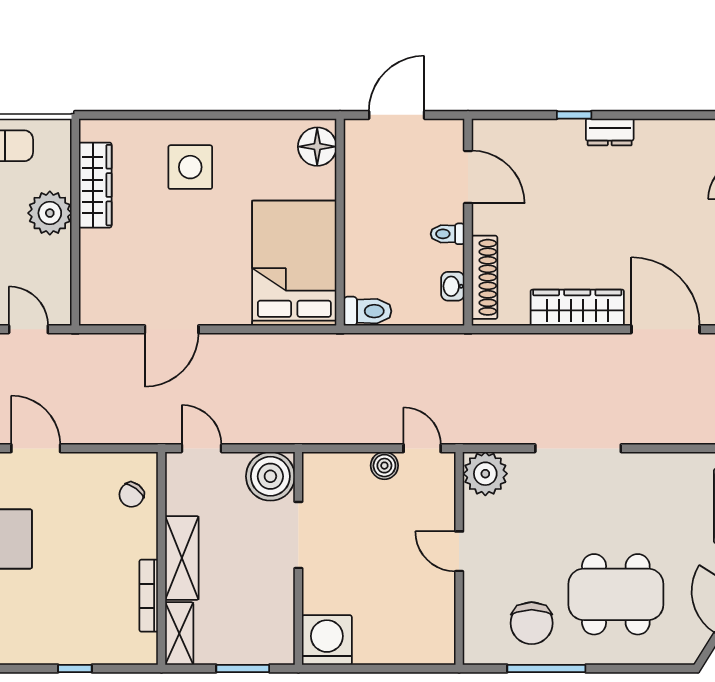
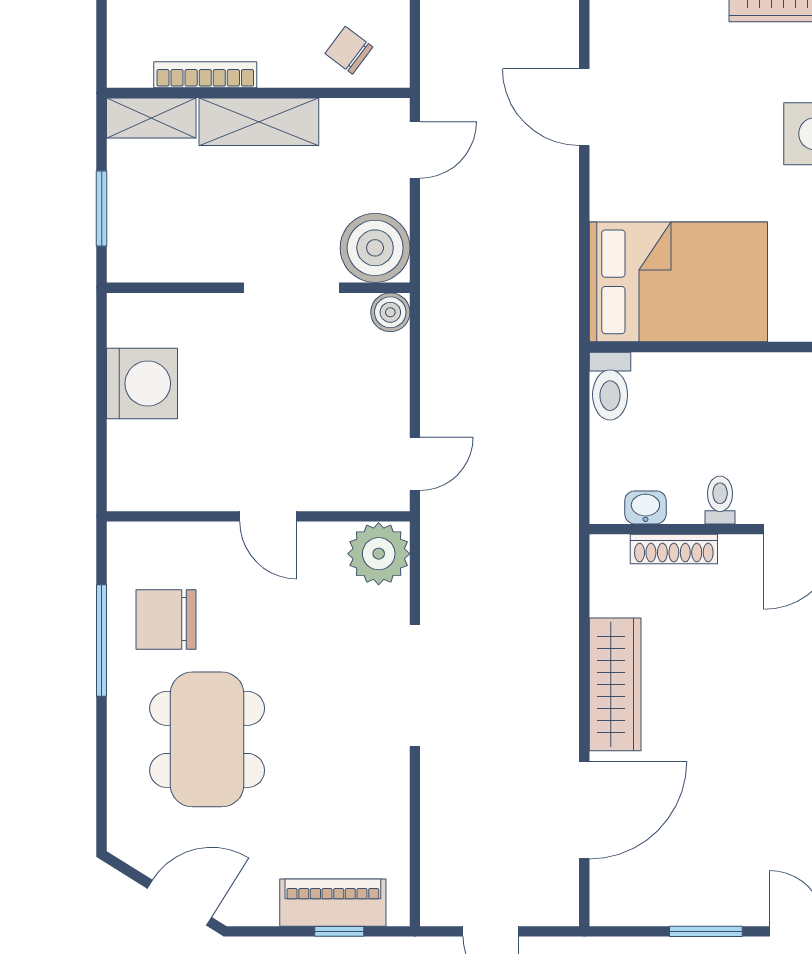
shoe rack: (484, 277) -> (674, 549), width x0.74, depth x0.81
boiler: (384, 466) -> (390, 312), moved
door: (459, 551) -> (268, 516), swing flipped
washing machine: (327, 640) -> (142, 384), moved

